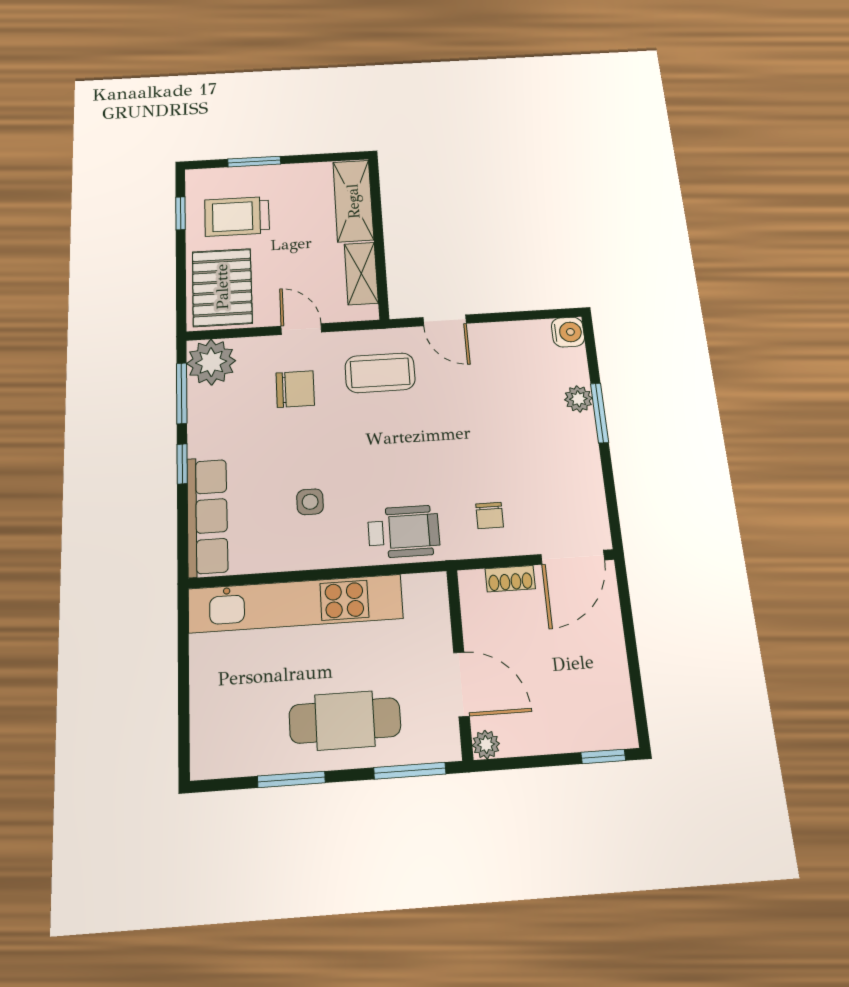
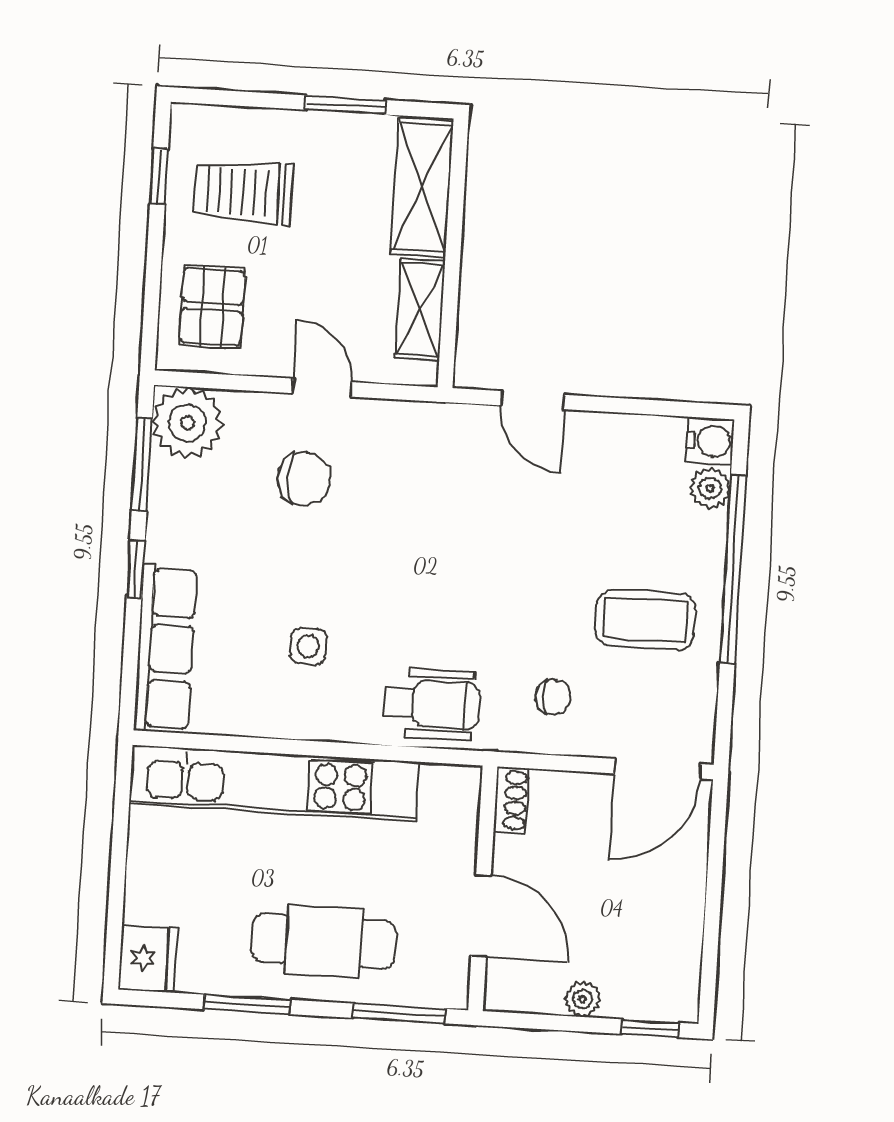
window: (254, 162) -> (346, 105), moved
pallet: (222, 287) -> (212, 307), width x0.67, depth x0.71
coffee table: (380, 373) -> (646, 620), moved
plant: (578, 399) -> (710, 488), moved
window: (599, 413) -> (733, 569), width x2.11
chair: (490, 515) -> (553, 697), turned -90
shoe rack: (510, 579) -> (511, 800), moved, turned -90
plant: (486, 745) -> (583, 999), moved
fridge: (211, 753) -> (148, 959), added

